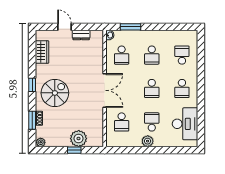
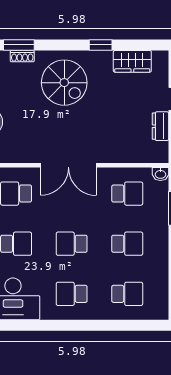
school desk: (122, 55) -> (127, 194), turned 180
school desk: (152, 55) -> (127, 244), turned 180
window: (32, 85) -> (101, 45), moved

